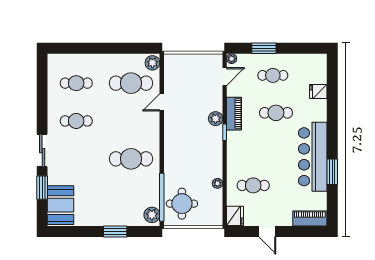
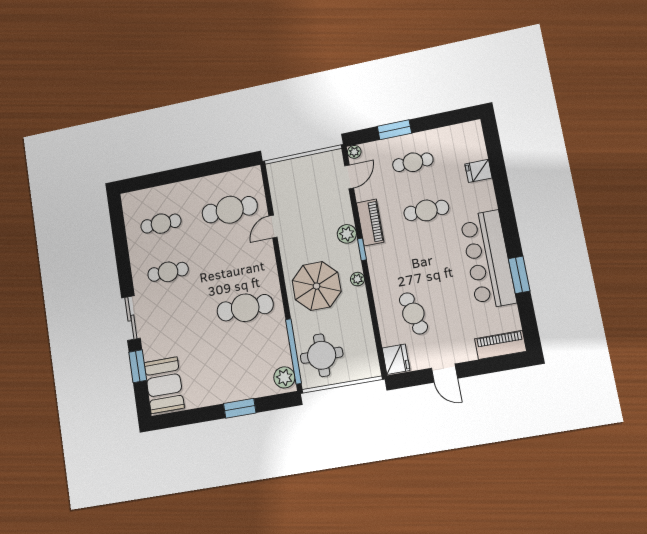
plant: (152, 63) -> (253, 178), removed
parasol: (187, 153) -> (317, 286), added
plant: (217, 183) -> (357, 279), moved
cafe table: (253, 185) -> (413, 313), turned 75

